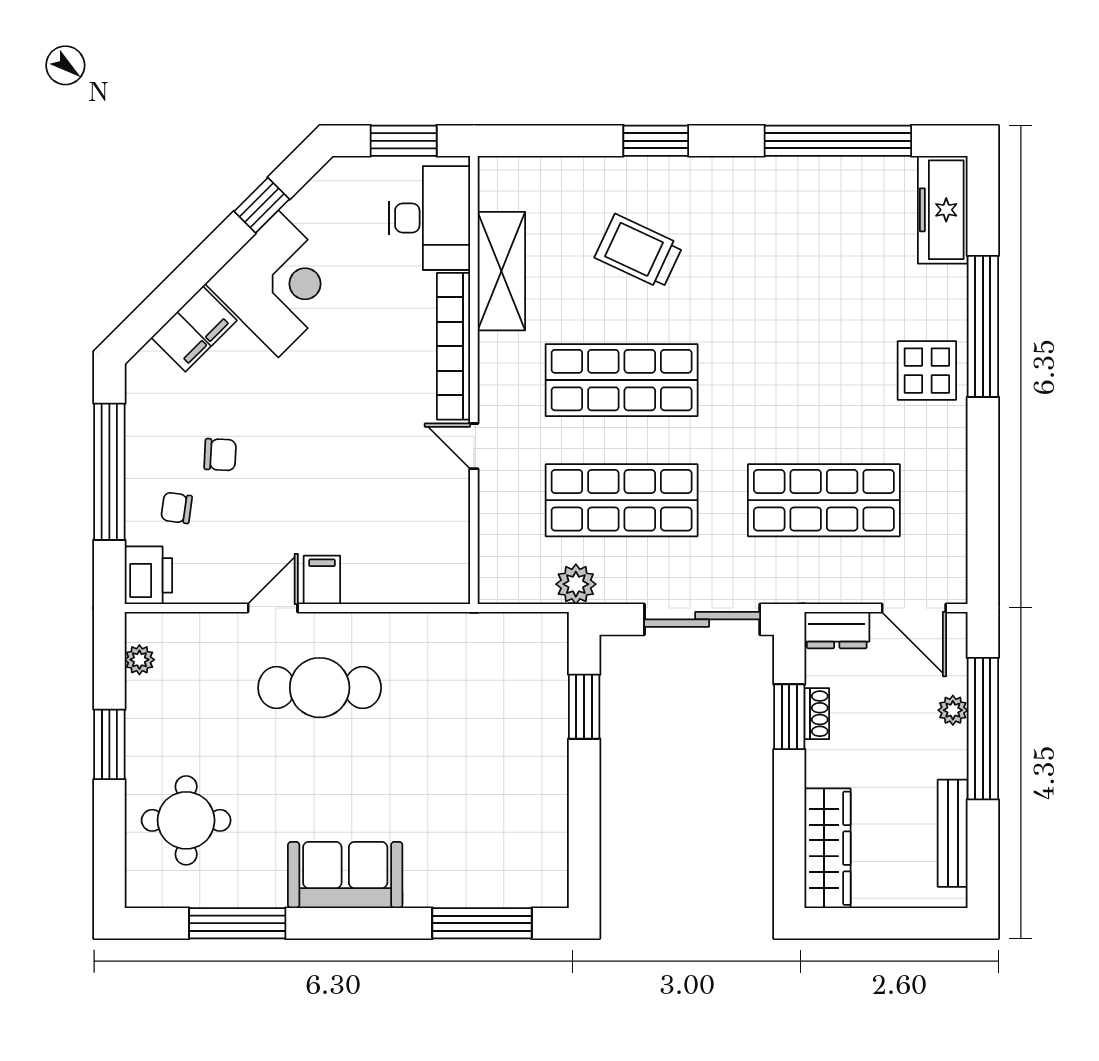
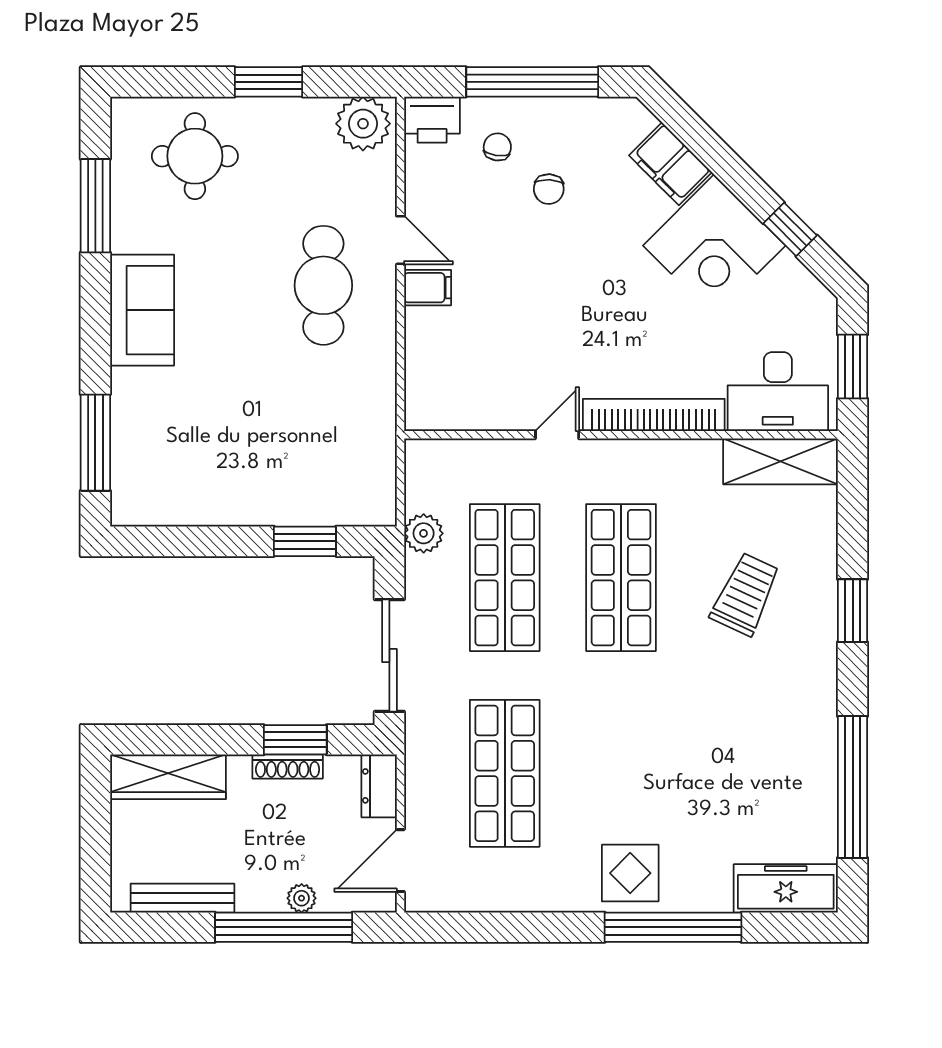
shelving: (501, 271) -> (780, 461), moved
plant: (139, 660) -> (363, 124), width x1.88, depth x1.88
shoe rack: (817, 714) -> (288, 766), width x1.43

